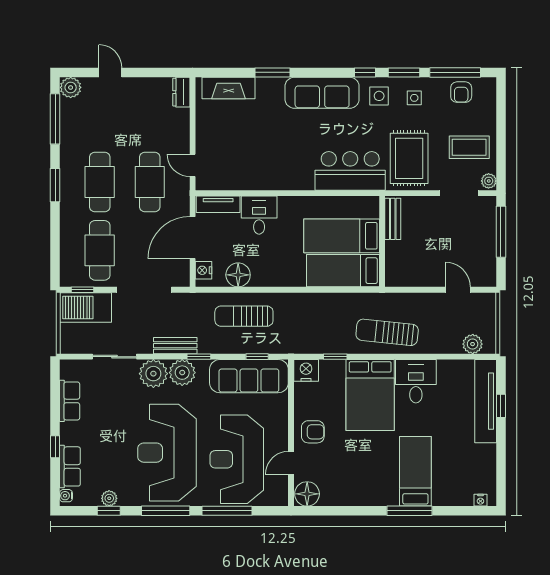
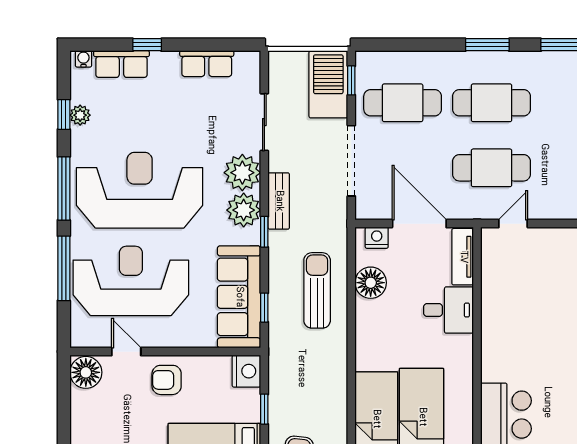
armchair: (313, 432) -> (167, 380), turned 90

